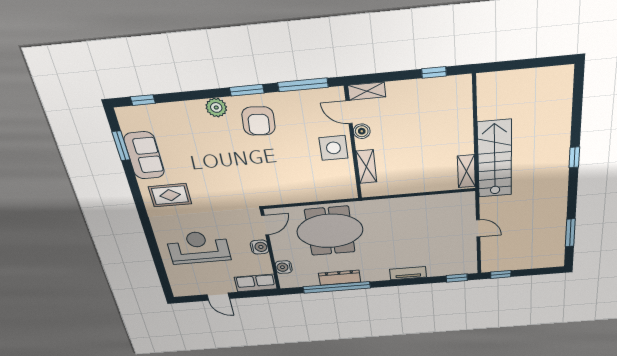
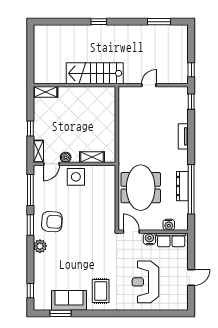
window: (434, 72) -> (30, 128), moved
shelving: (466, 171) -> (46, 92), moved
row of seats: (256, 283) -> (171, 240), moved, turned -90

